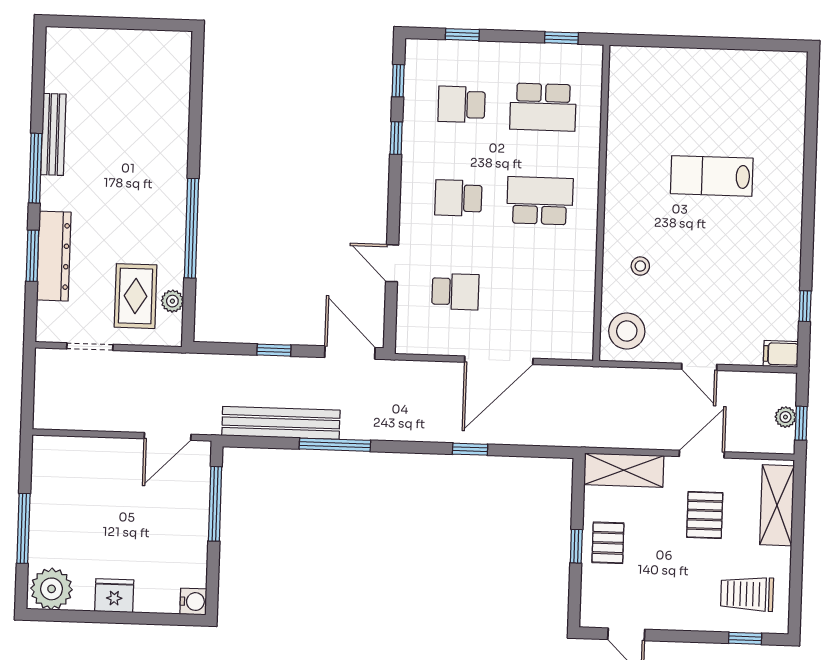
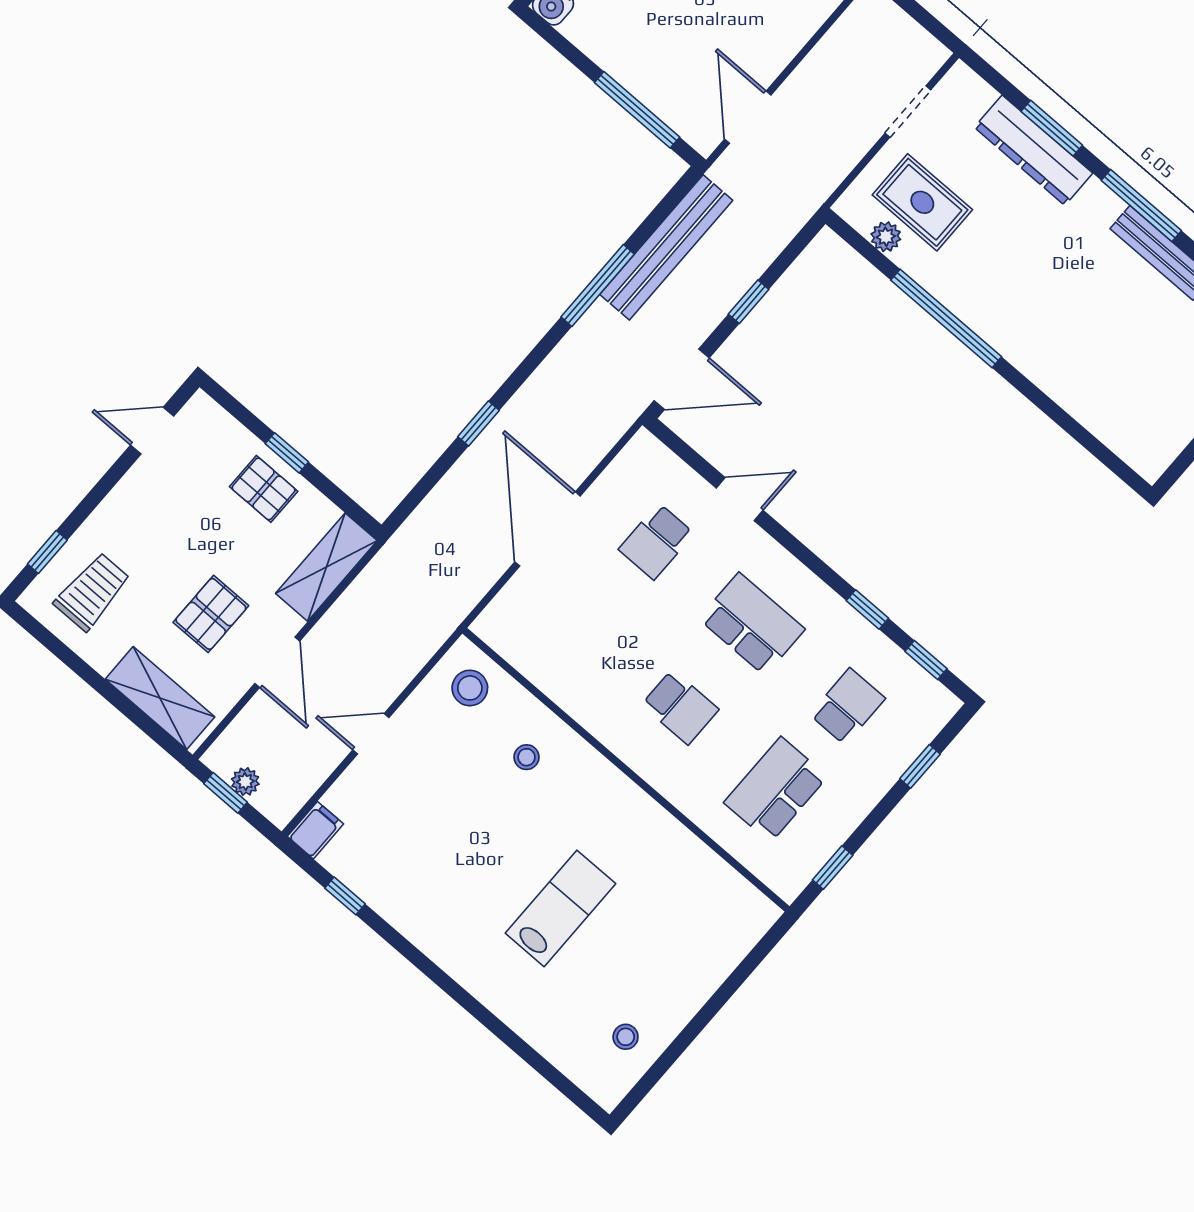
stool: (756, 79) -> (626, 1037), added
school desk: (458, 198) -> (752, 624), width x1.85
school desk: (540, 201) -> (680, 707), width x0.54
stool: (627, 331) -> (470, 688), width x0.73, depth x0.73
pallet: (705, 515) -> (211, 614), turned 90

